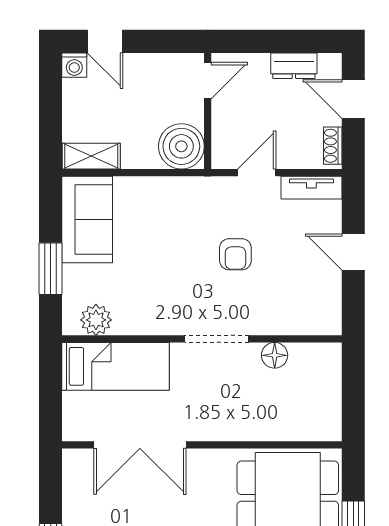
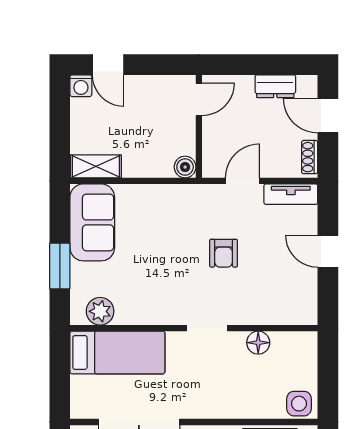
boiler: (181, 146) -> (185, 167), width x0.54, depth x0.54
doorway: (217, 339) -> (207, 328), width x0.73
side table: (321, 424) -> (299, 404), added

